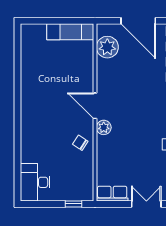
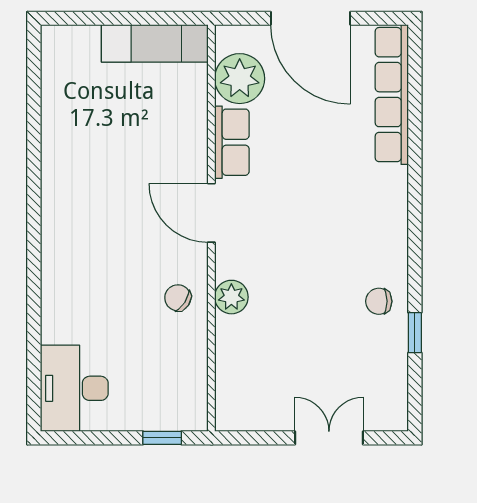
plant: (104, 127) -> (231, 297), moved
row of seats: (112, 194) -> (232, 142), moved, turned 90

